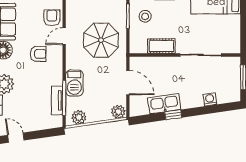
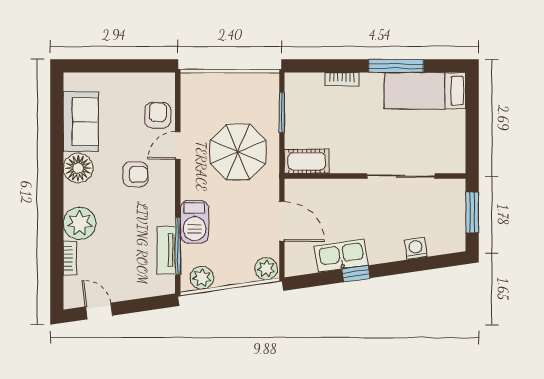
stool: (145, 16) -> (310, 113), removed
cot: (161, 46) -> (307, 161), moved

